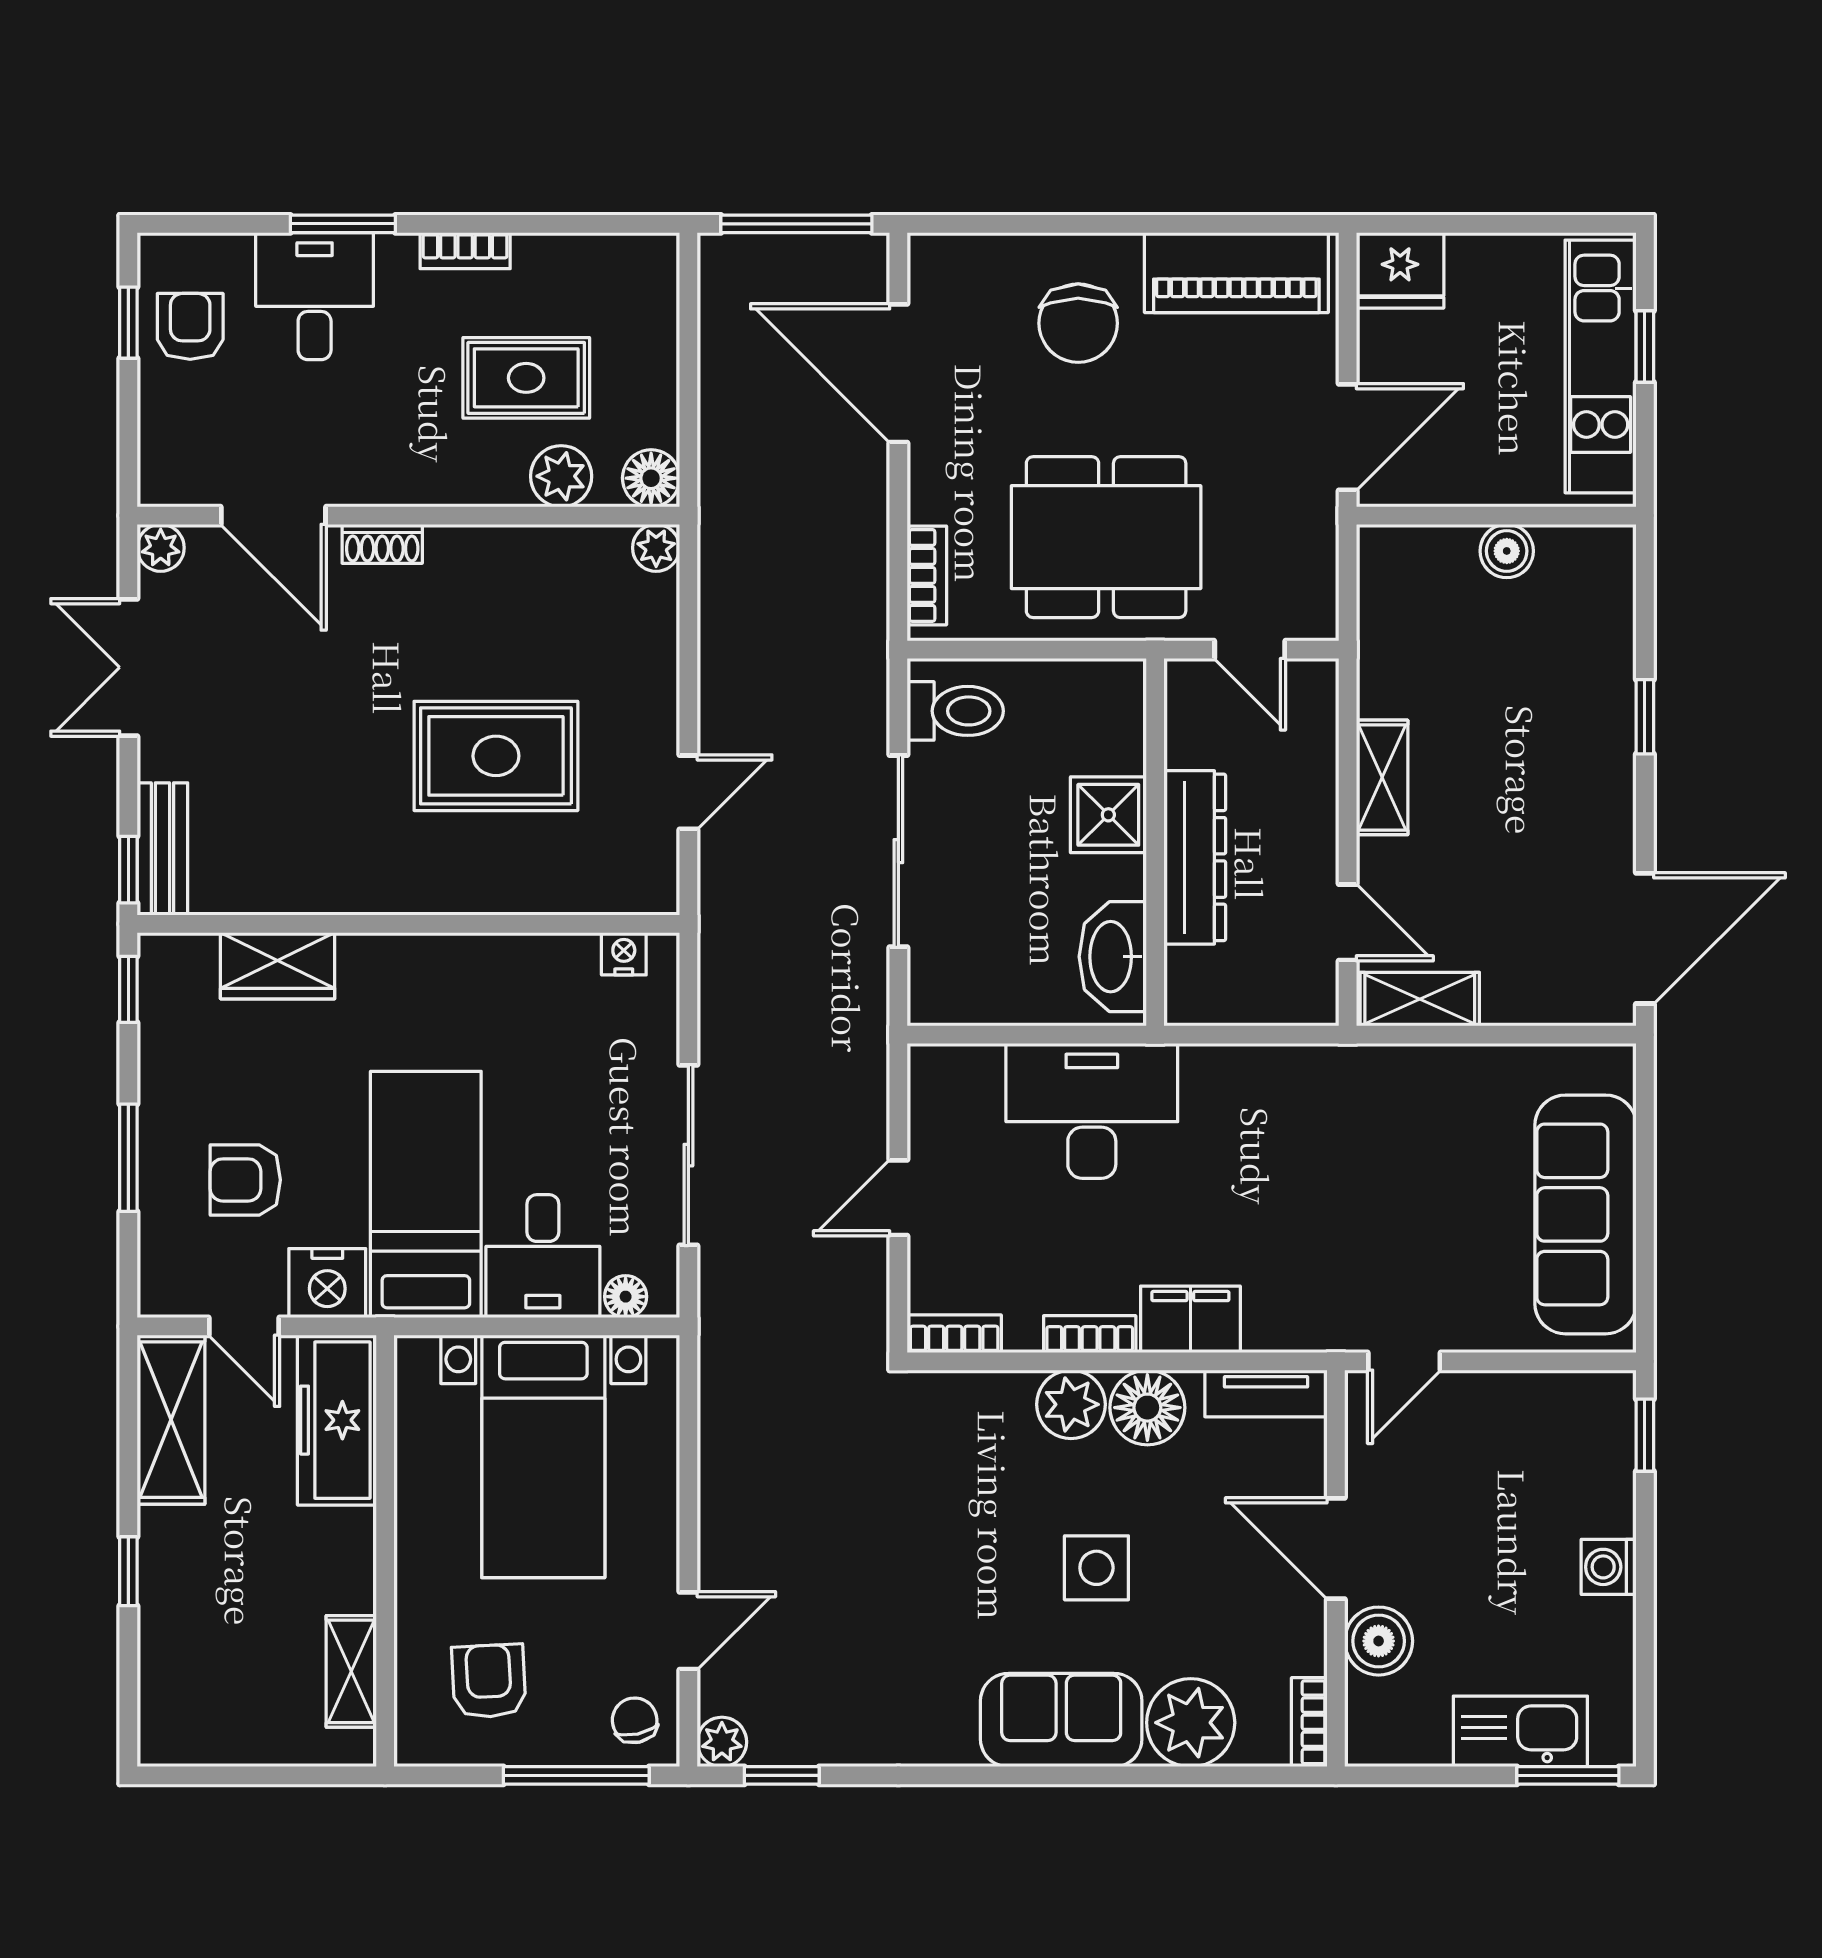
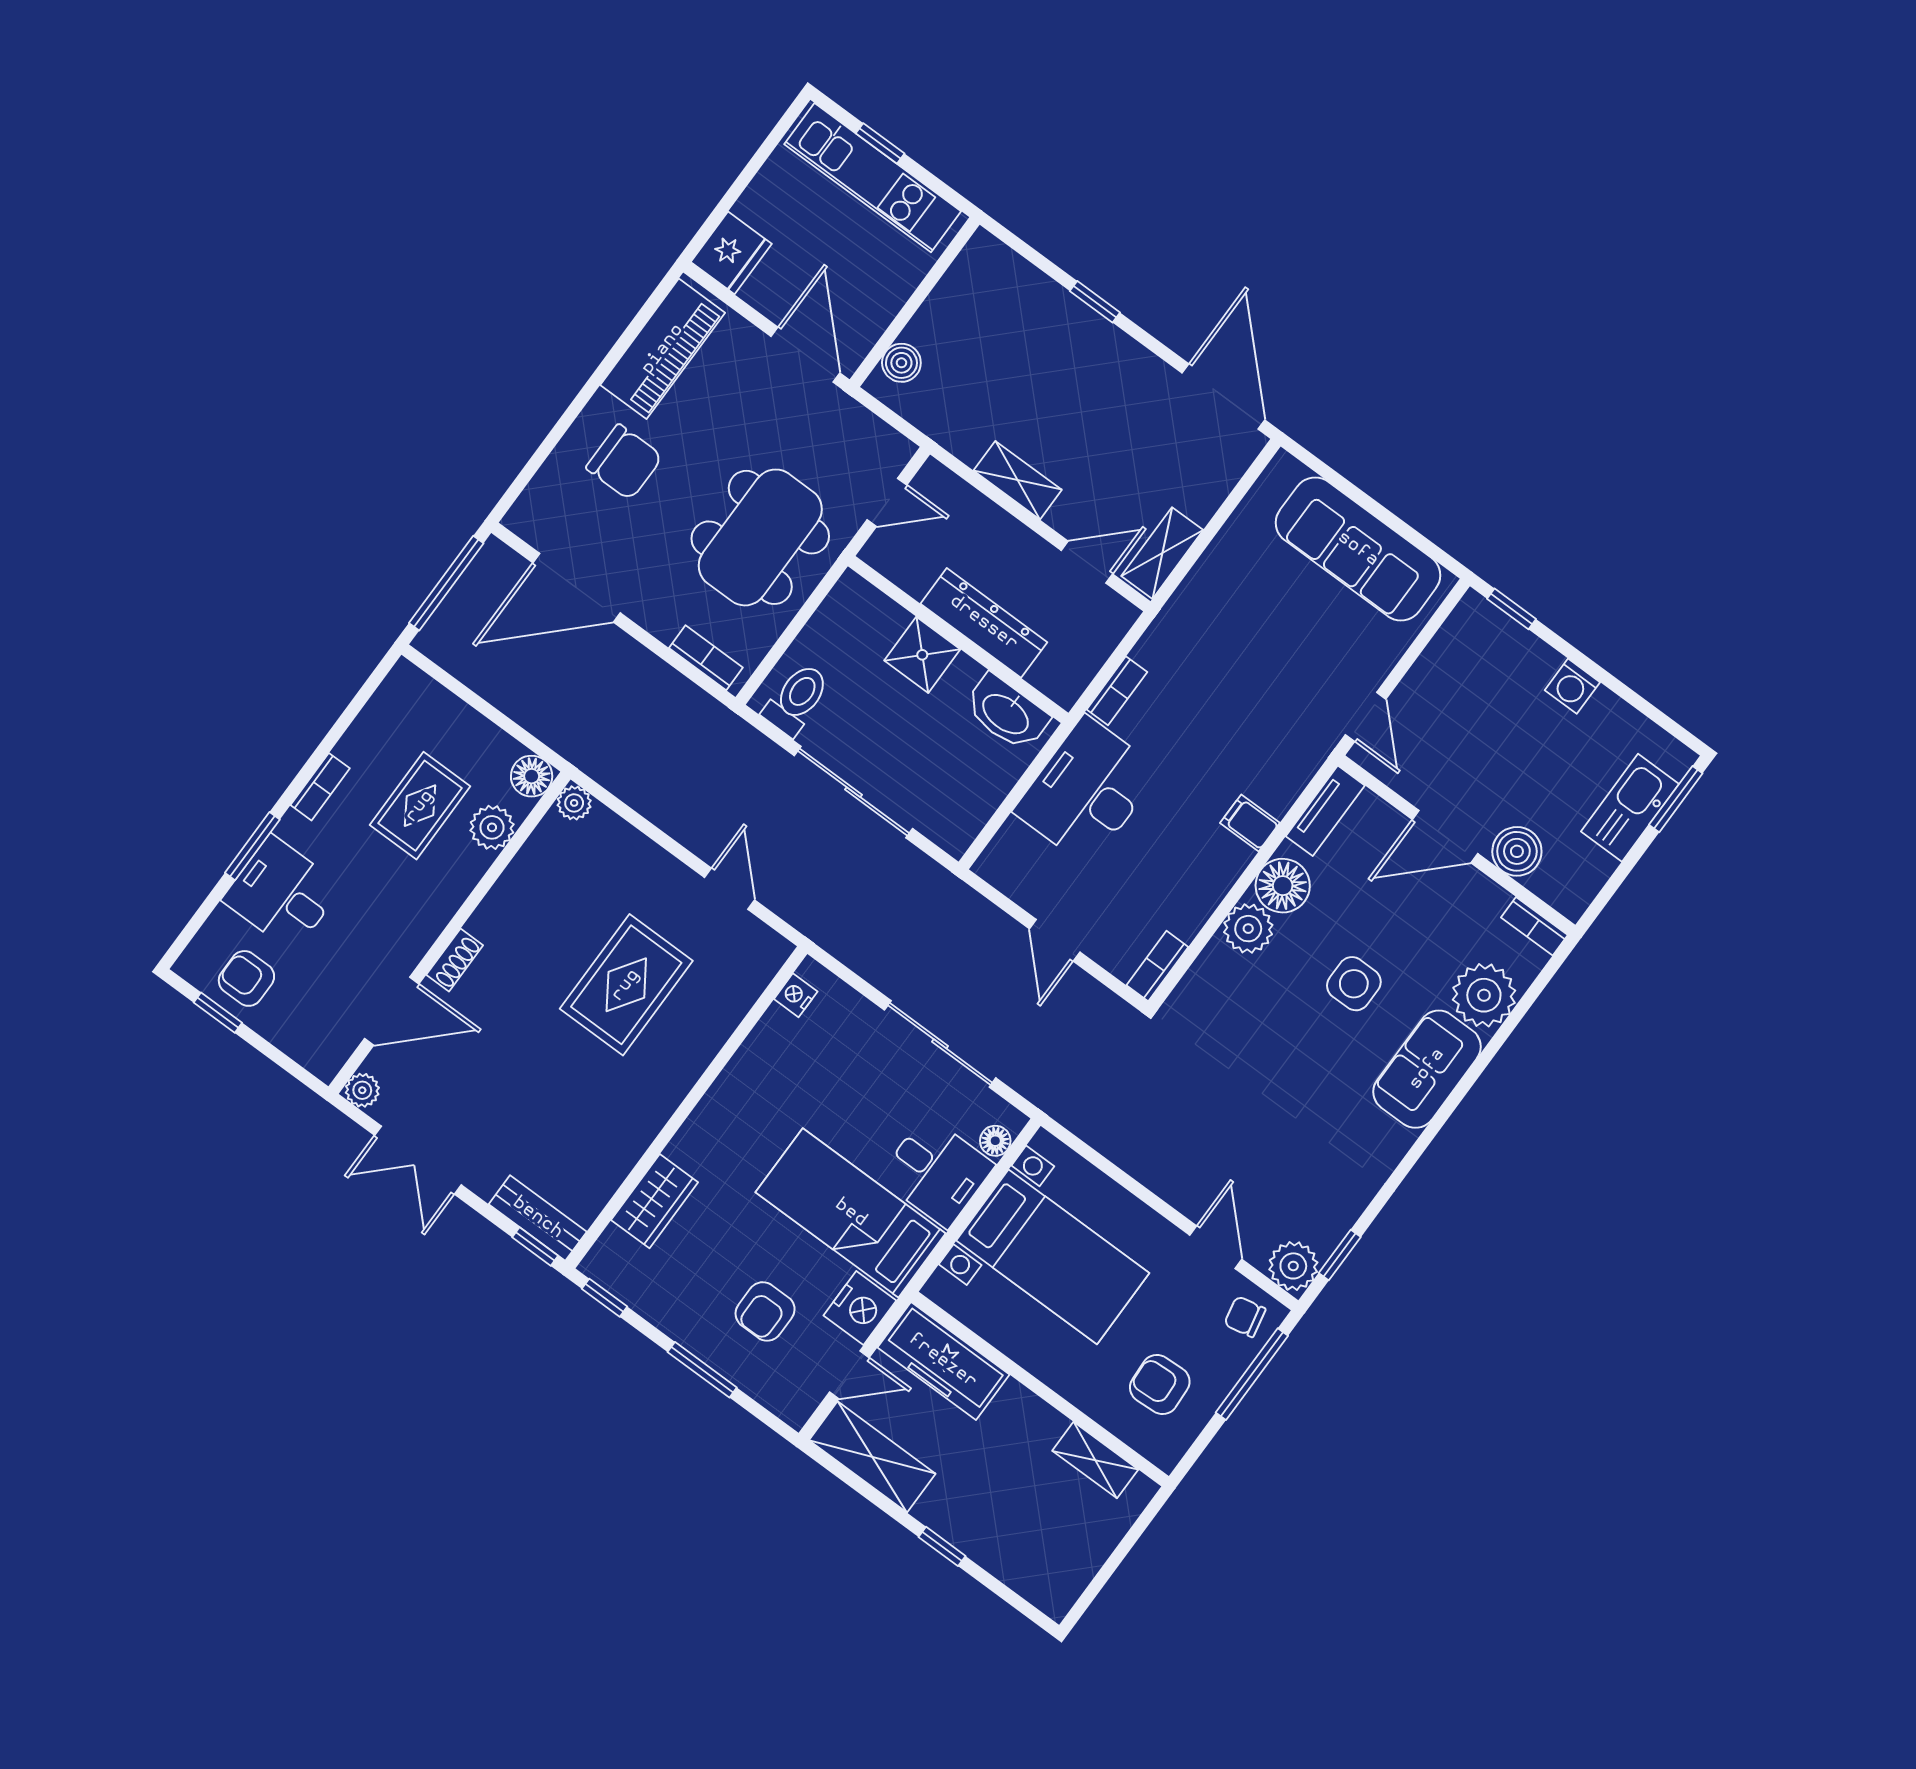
boiler: (1507, 551) -> (901, 363), moved
filing cabinet: (1190, 1319) -> (1250, 823), width x0.50
bookcase: (1090, 1334) -> (1117, 691), moved, turned 180
plant: (722, 1742) -> (1293, 1266), width x1.38, depth x1.38

